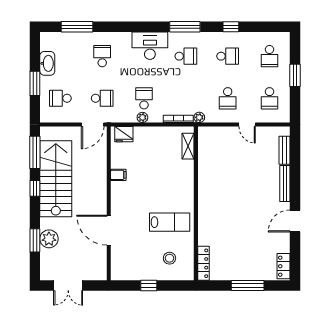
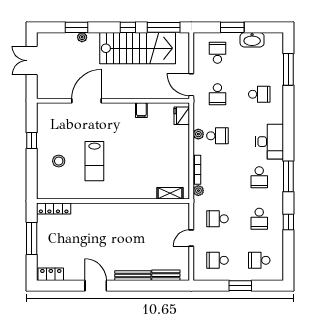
shelving: (188, 146) -> (170, 193), moved
wall: (196, 203) -> (113, 201), moved
plant: (49, 239) -> (82, 37), width x0.53, depth x0.53
locker: (203, 263) -> (54, 208), moved

